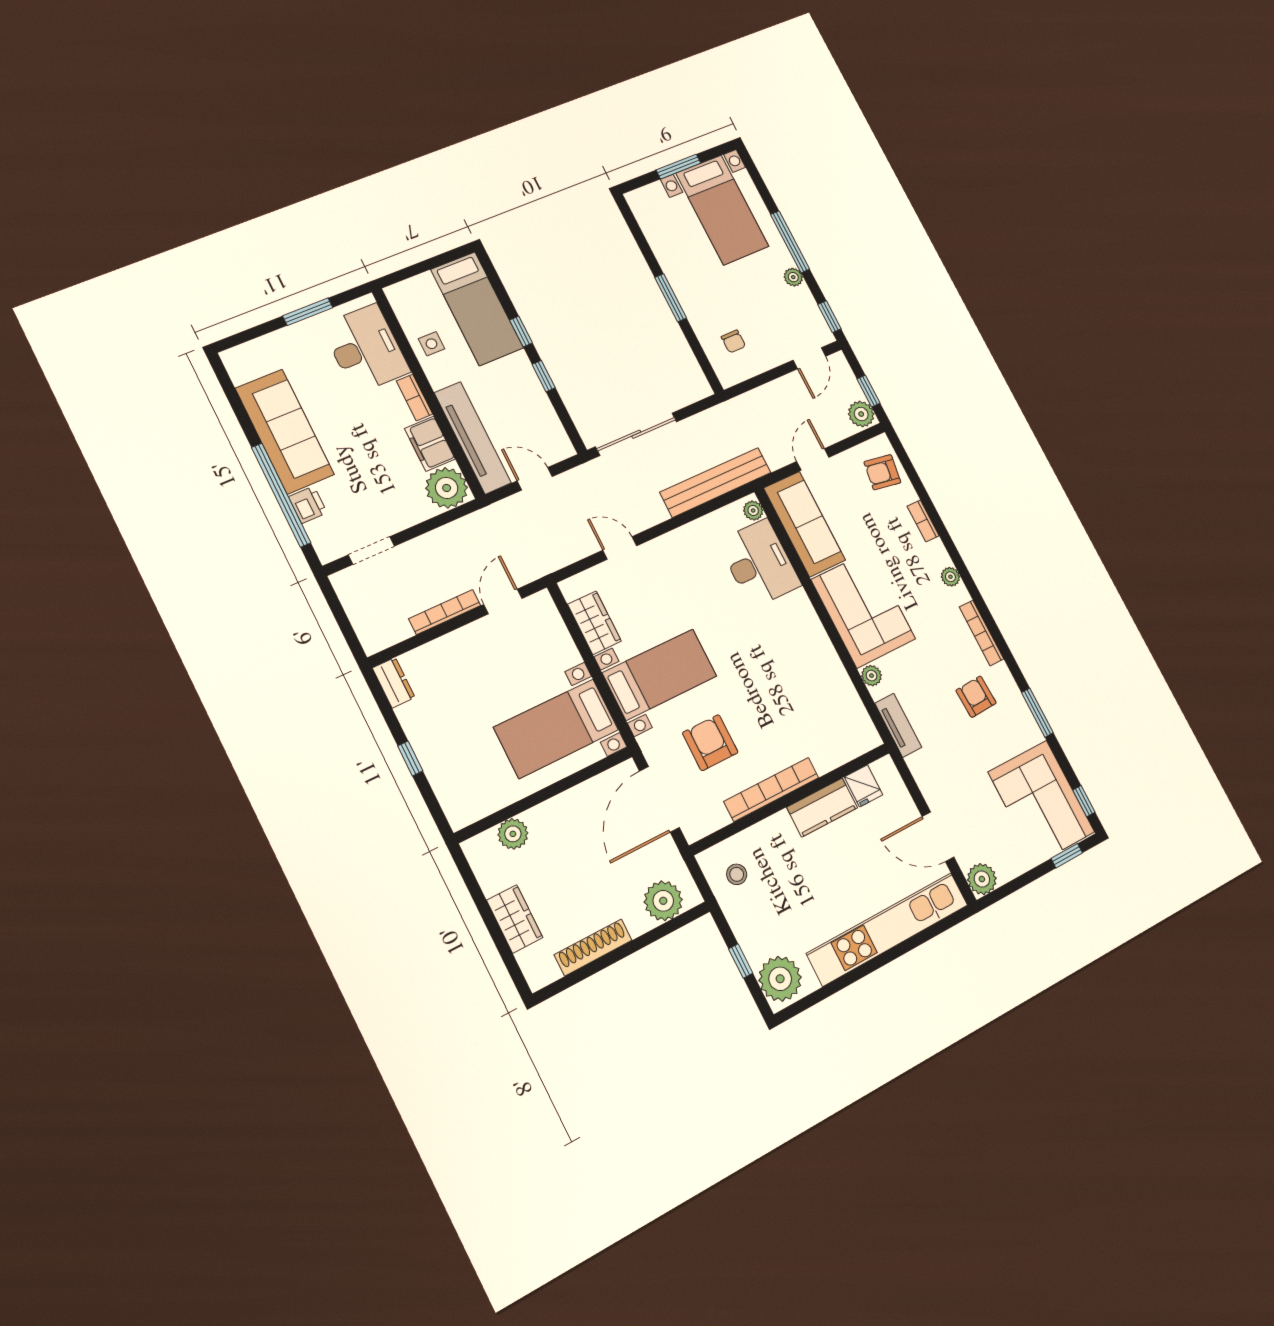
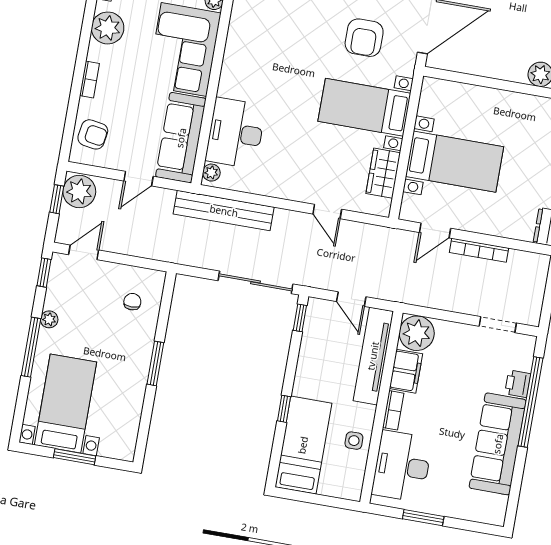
window: (544, 376) -> (300, 318), moved
plant: (861, 414) -> (79, 191), width x1.36, depth x1.36
plant: (950, 577) -> (108, 28), width x1.87, depth x1.87
bed with nightstands: (556, 728) -> (455, 162), moved

